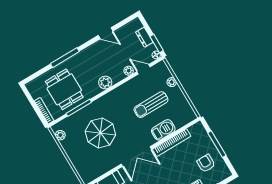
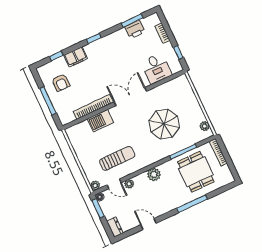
dresser: (144, 37) -> (115, 227), moved
plant: (172, 82) -> (95, 186), moved
sun lounger: (151, 105) -> (117, 158), moved

